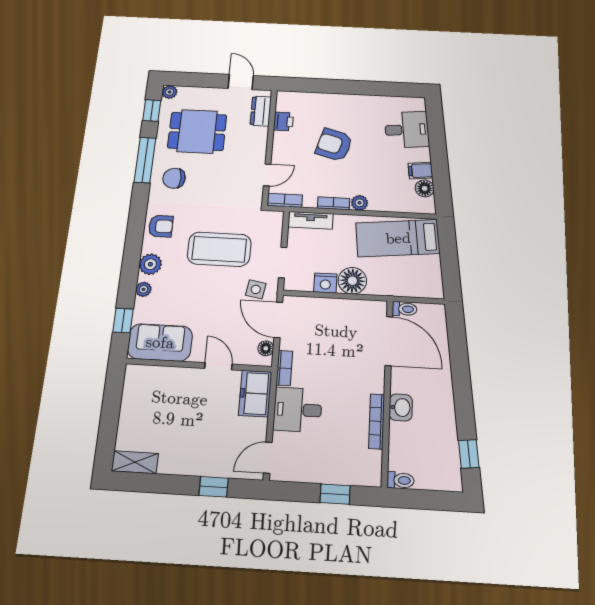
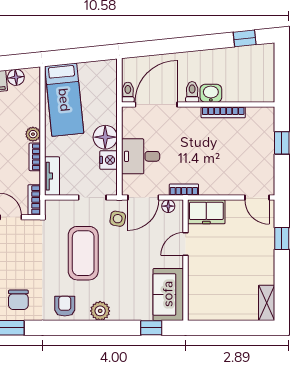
plant: (143, 289) -> (123, 314), removed
desk: (298, 410) -> (141, 156), moved, turned 90
toilet: (401, 480) -> (192, 92), moved

